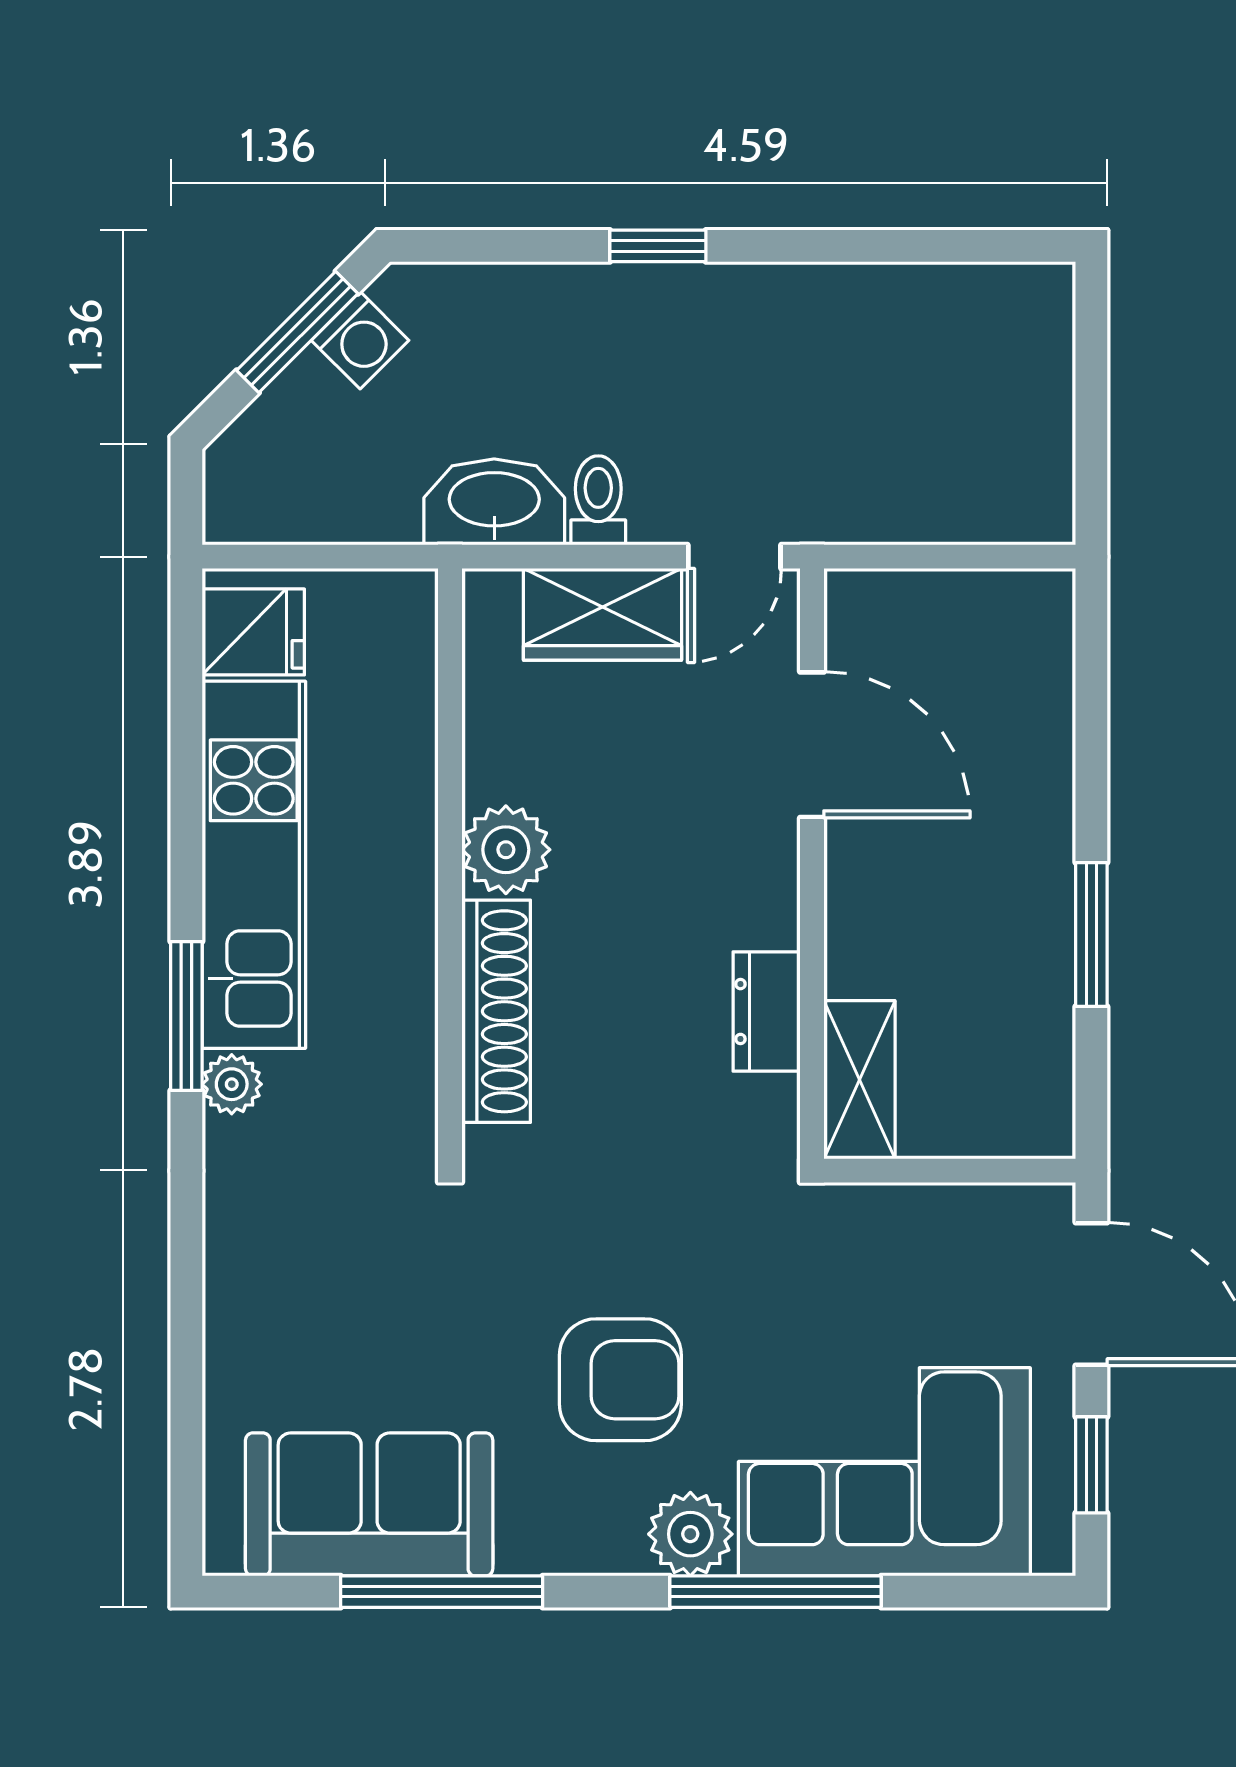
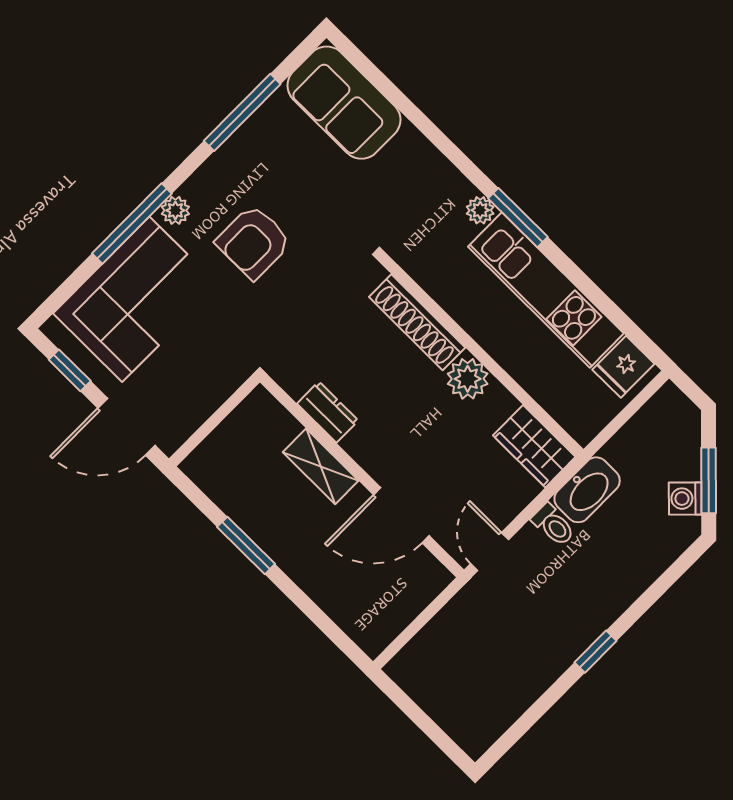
window: (658, 246) -> (596, 652), moved
wardrobe: (603, 614) -> (534, 446), moved, turned -90
shelving: (859, 1080) -> (321, 466), moved
sofa: (369, 1504) -> (344, 103), moved, turned 90
plant: (690, 1534) -> (175, 210), width x0.73, depth x0.73

